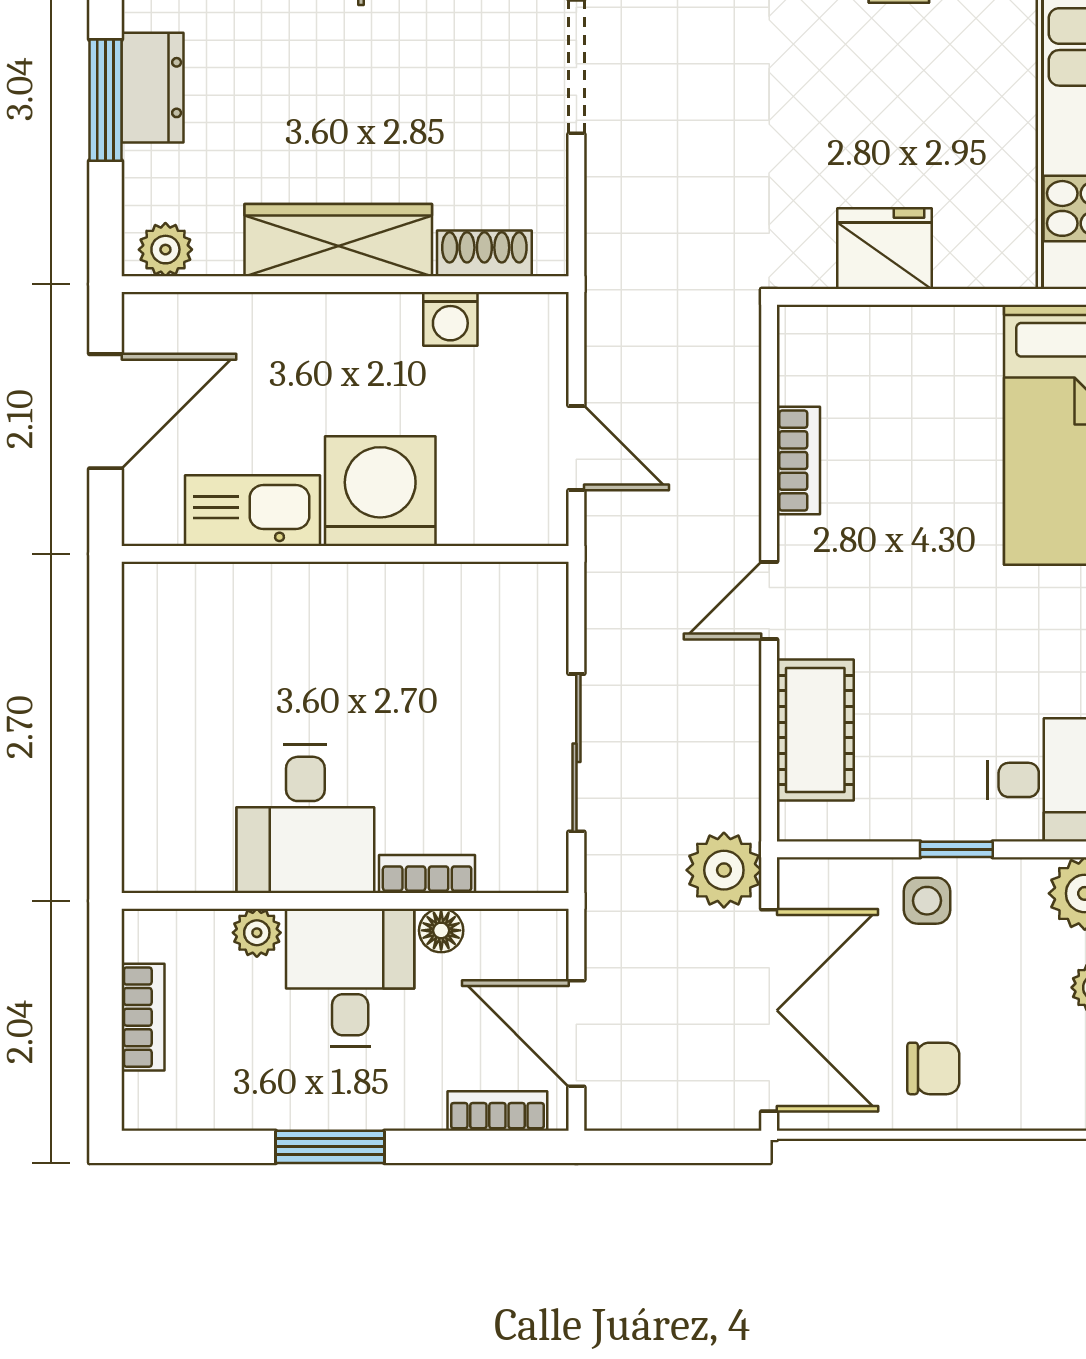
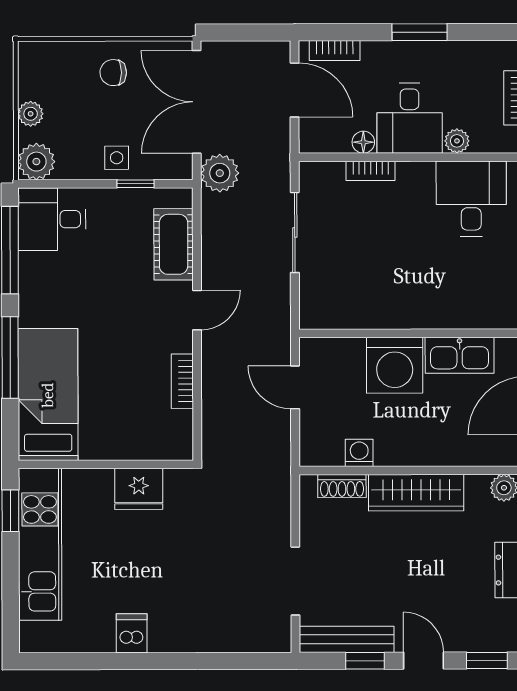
desk: (305, 819) -> (471, 199), moved
window: (956, 849) -> (135, 184), moved

